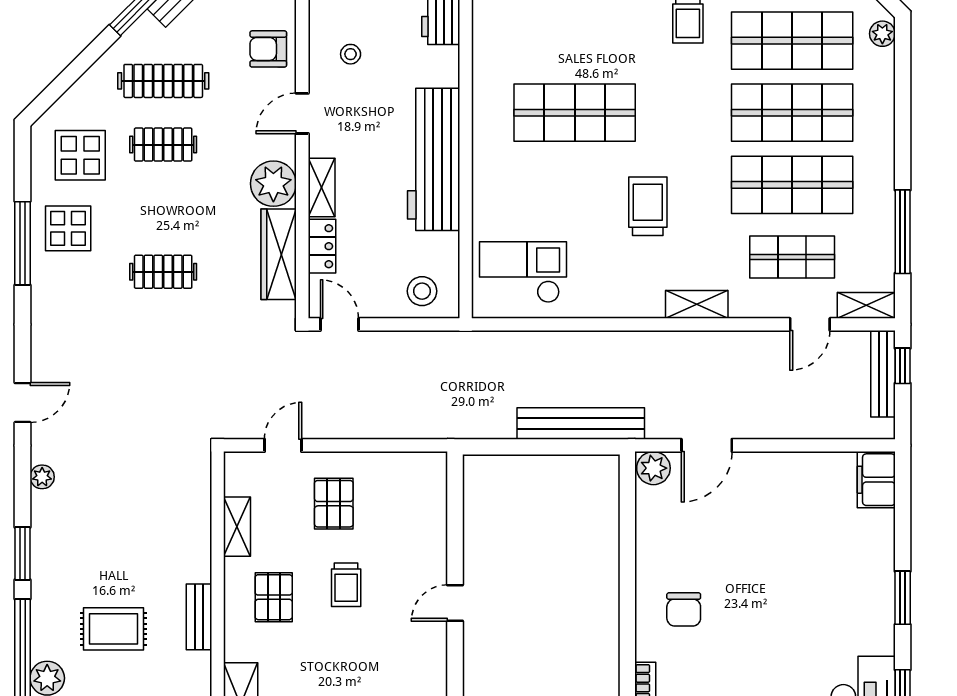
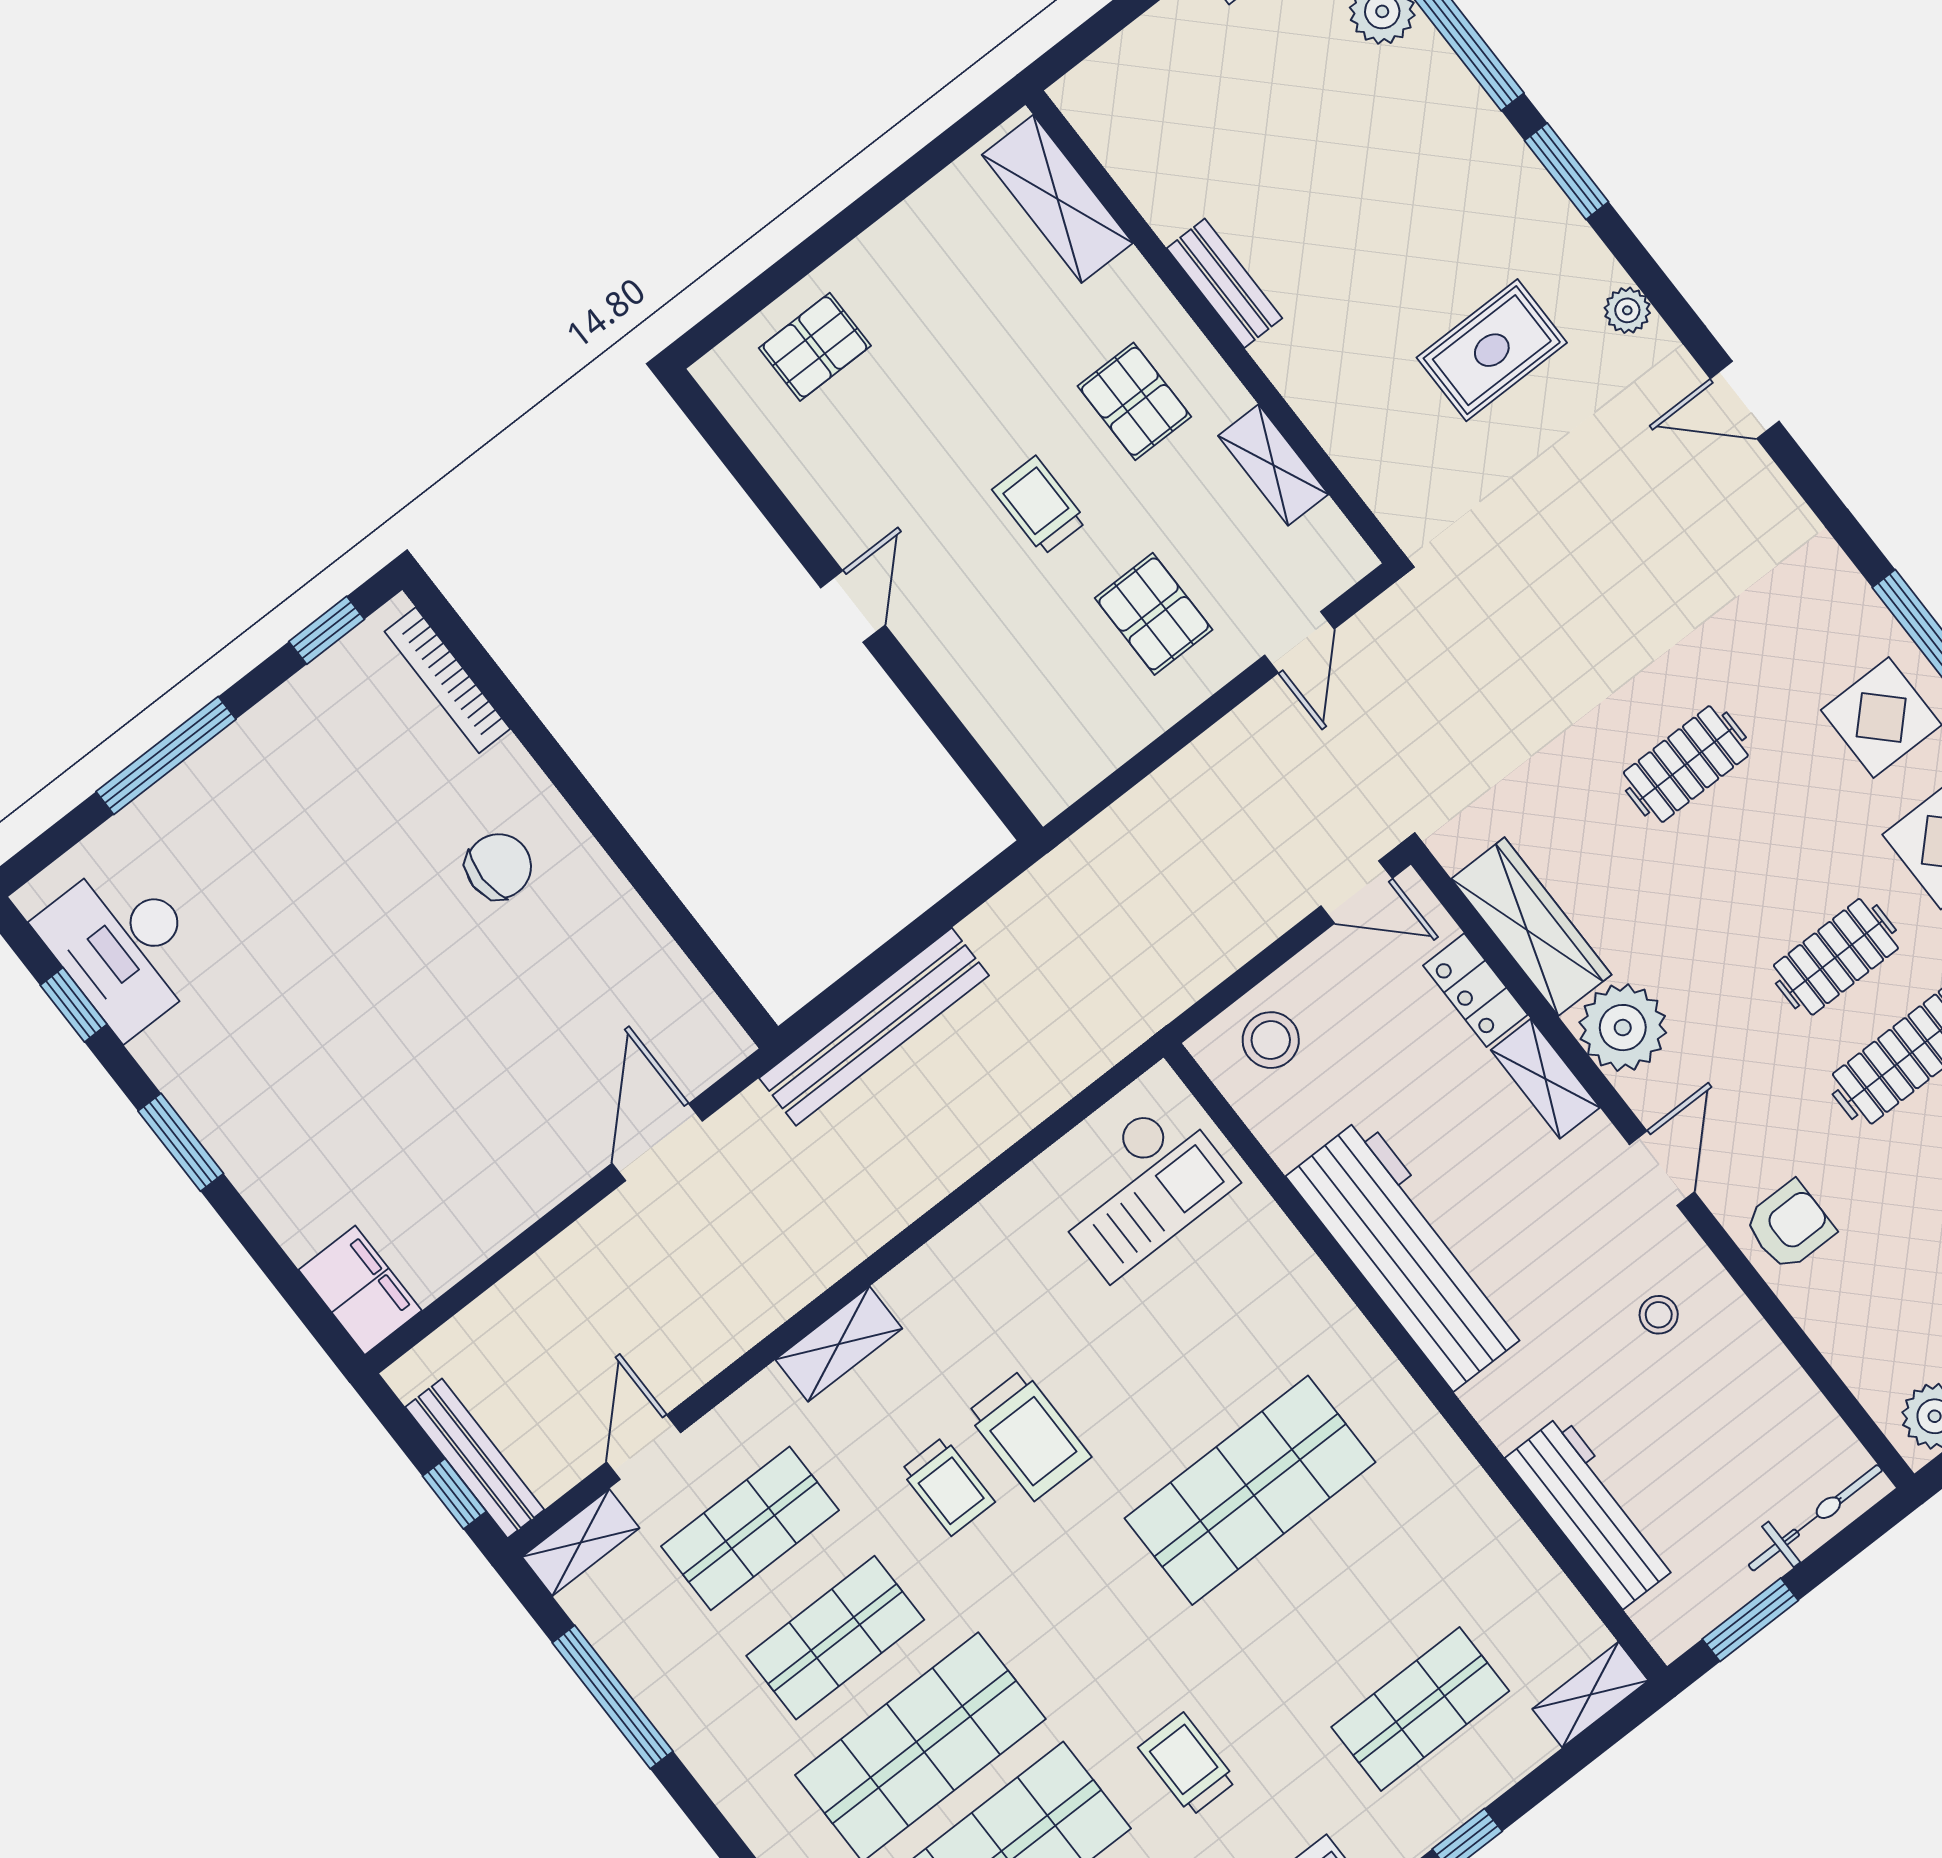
shop shelf: (792, 185) -> (835, 1638), width x0.70, depth x0.74
trolley: (698, 211) -> (948, 1486), added
door: (23, 403) -> (1745, 400), hinge flipped
plant: (653, 468) -> (711, 1045), removed
chair: (684, 609) -> (499, 866), turned 90
rug: (113, 629) -> (1492, 350), moved

